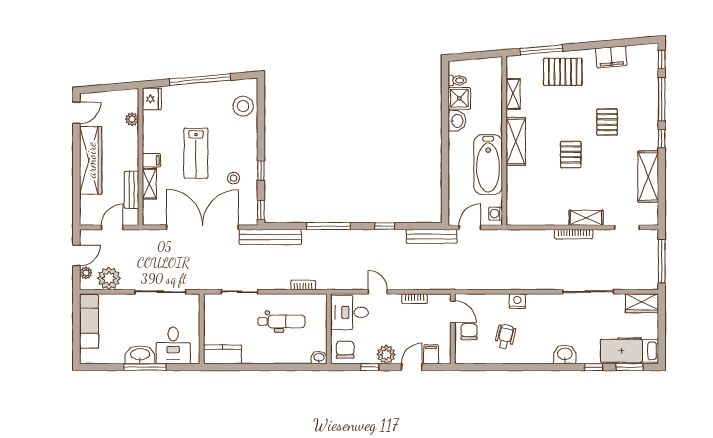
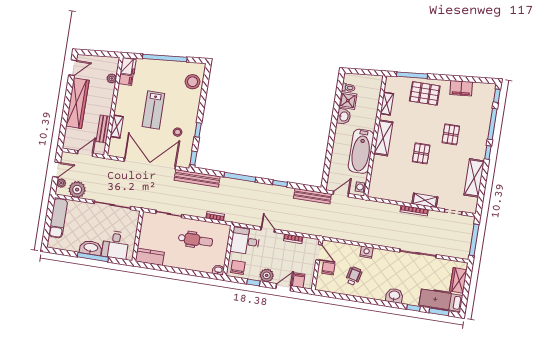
filing cabinet: (151, 160) -> (126, 80), moved
wardrobe: (642, 303) -> (458, 280), moved, turned 90

